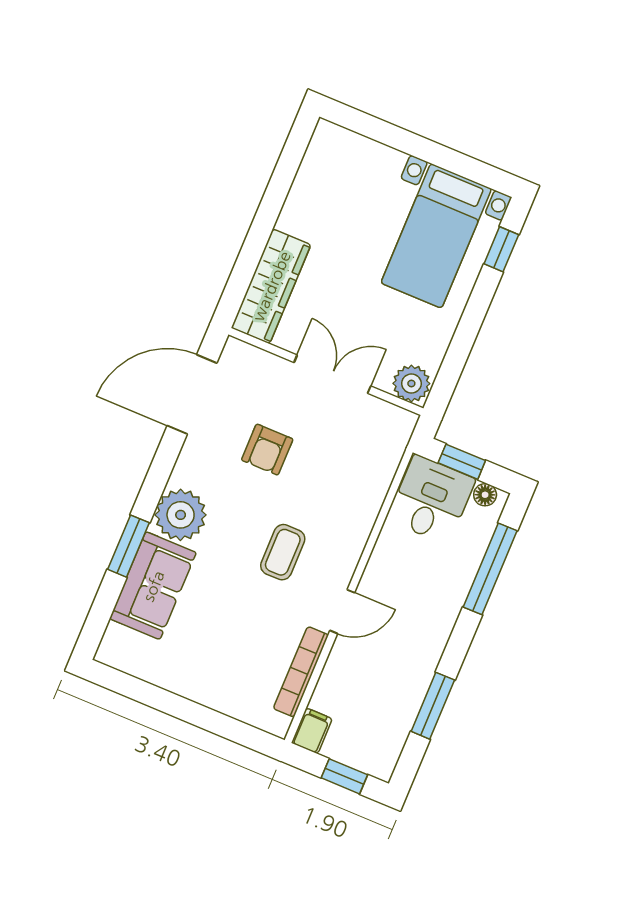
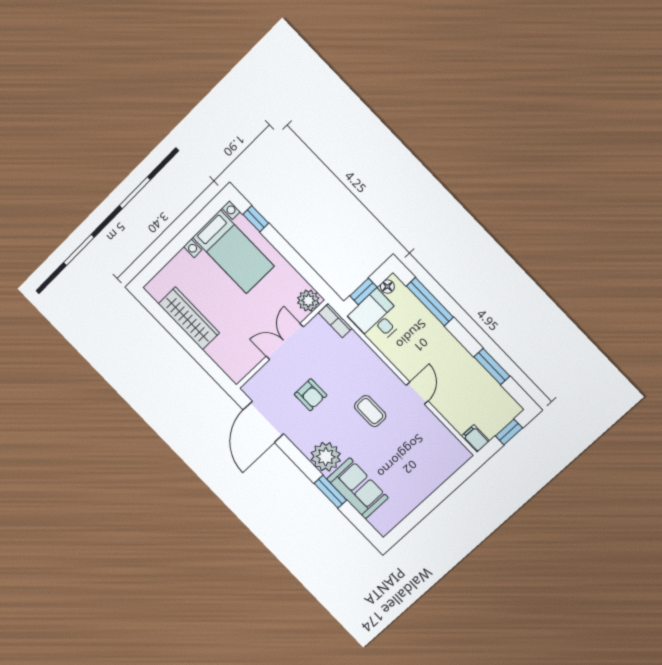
wardrobe: (271, 286) -> (189, 318), moved
bookcase: (301, 672) -> (335, 321), moved, width x0.64

